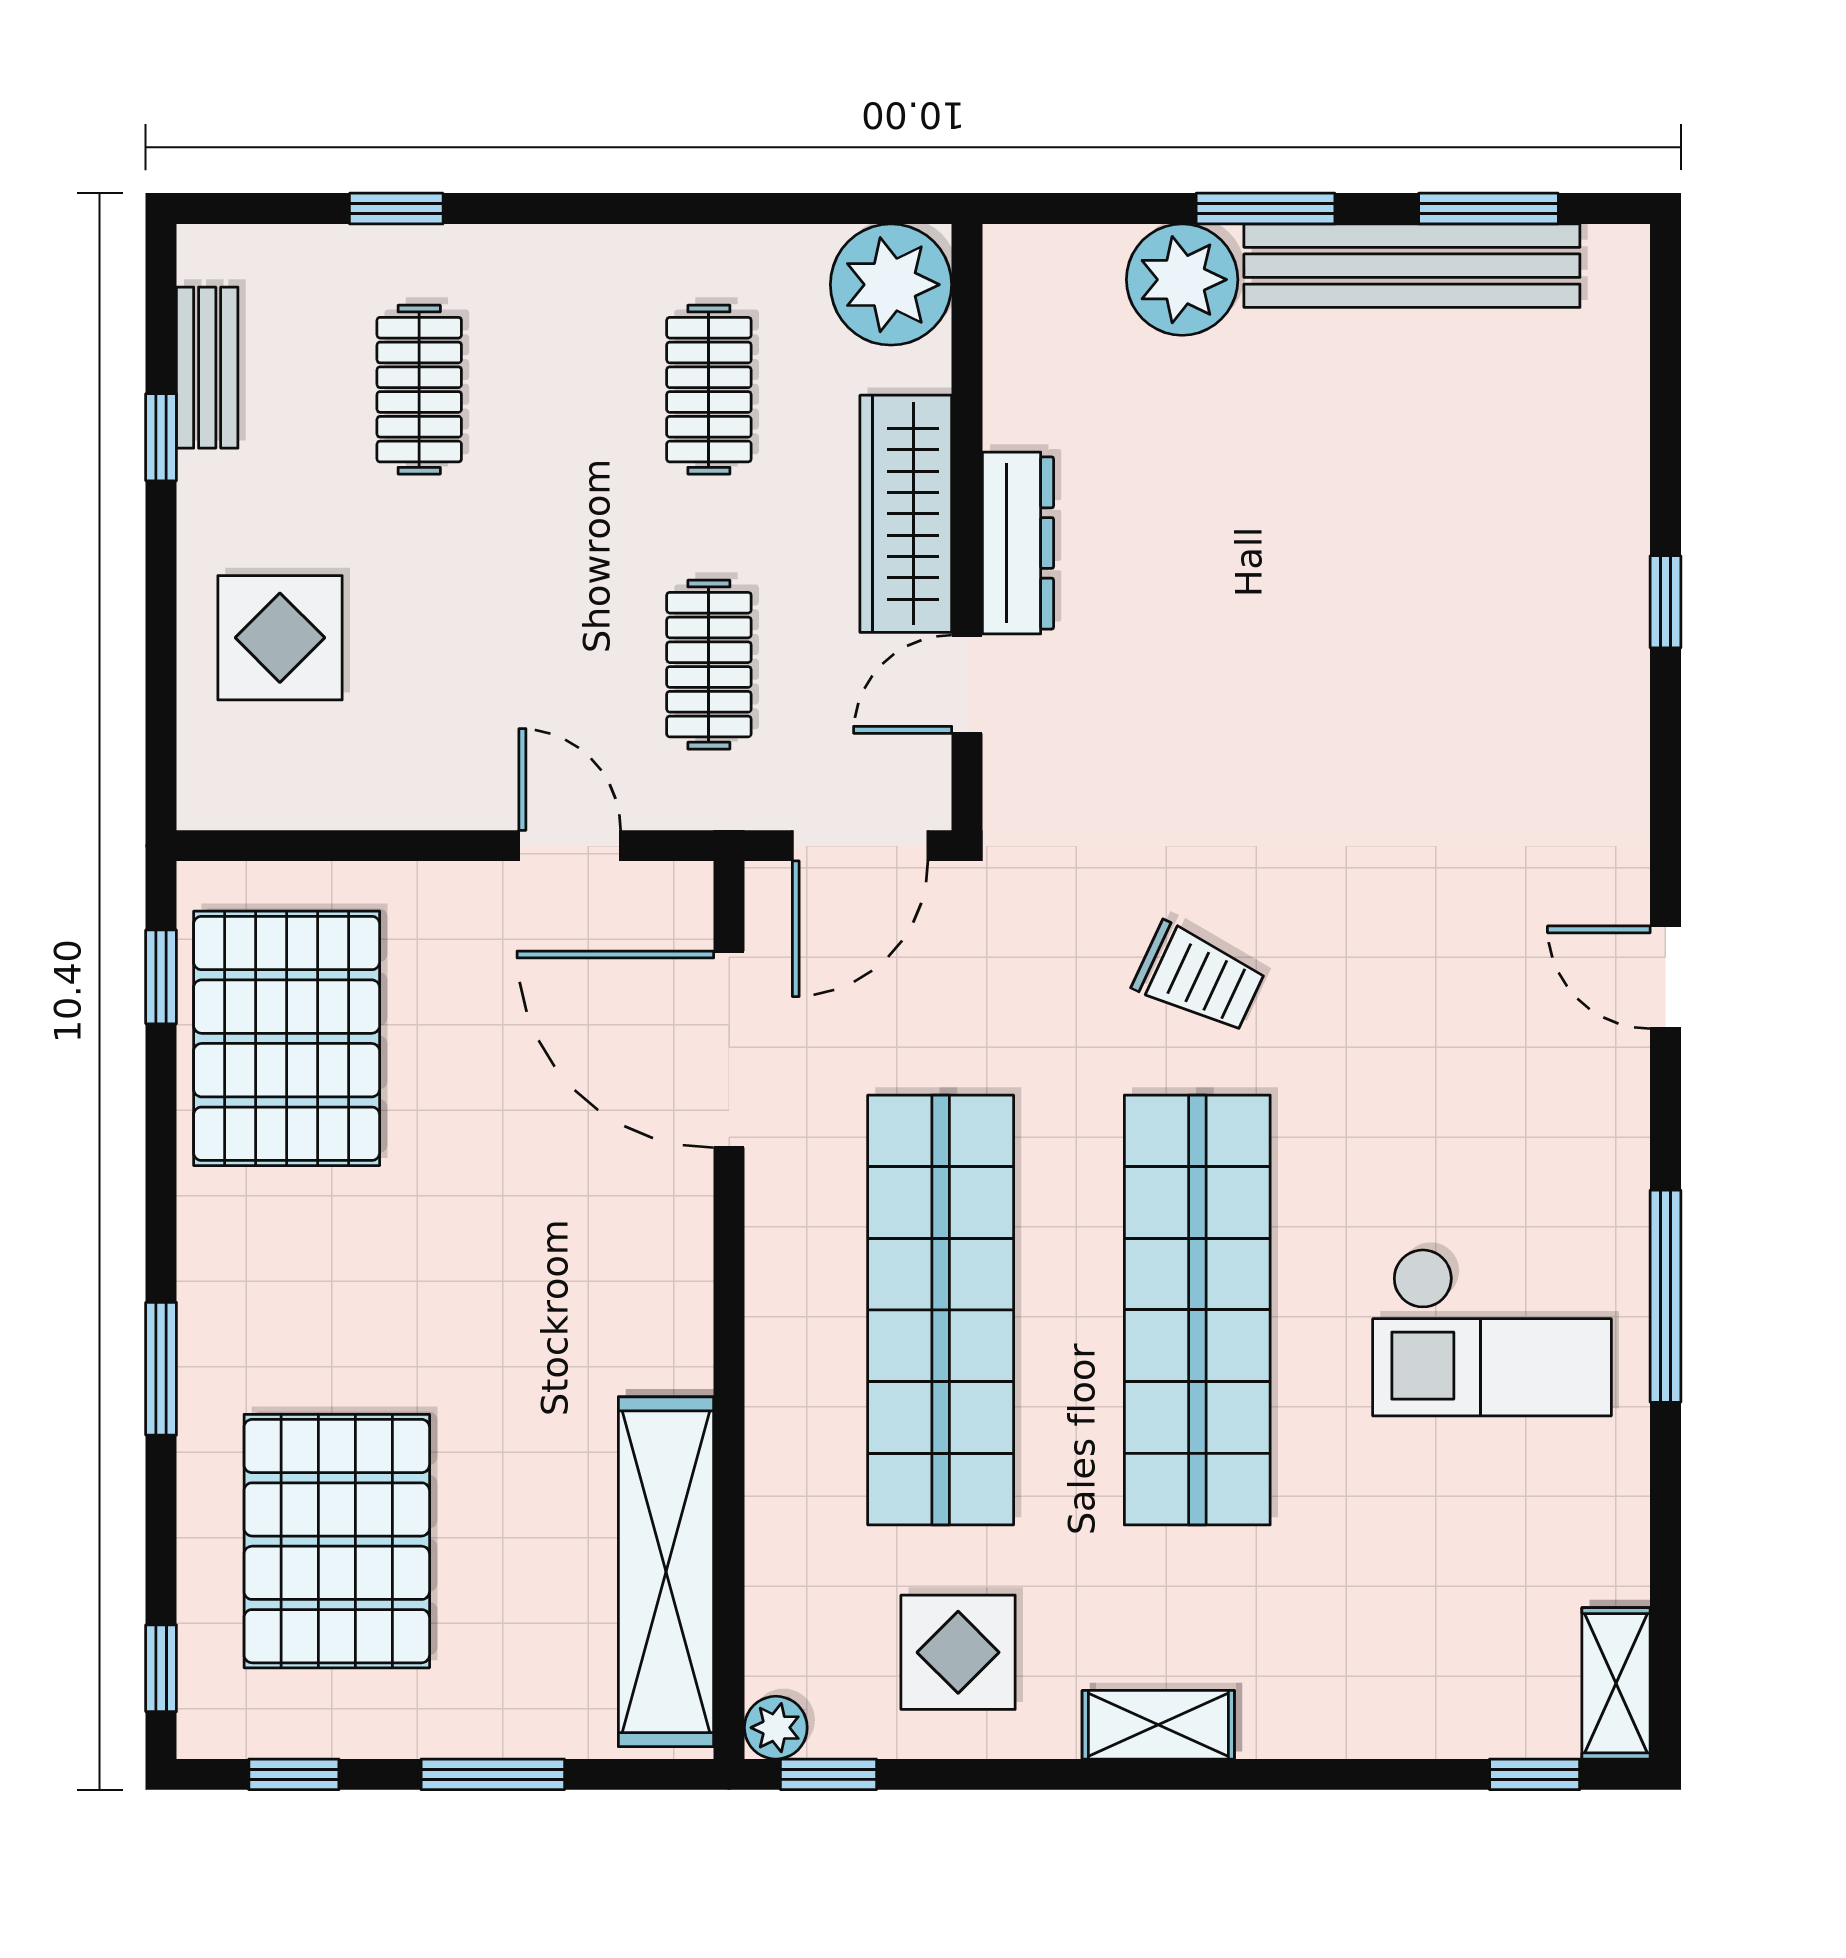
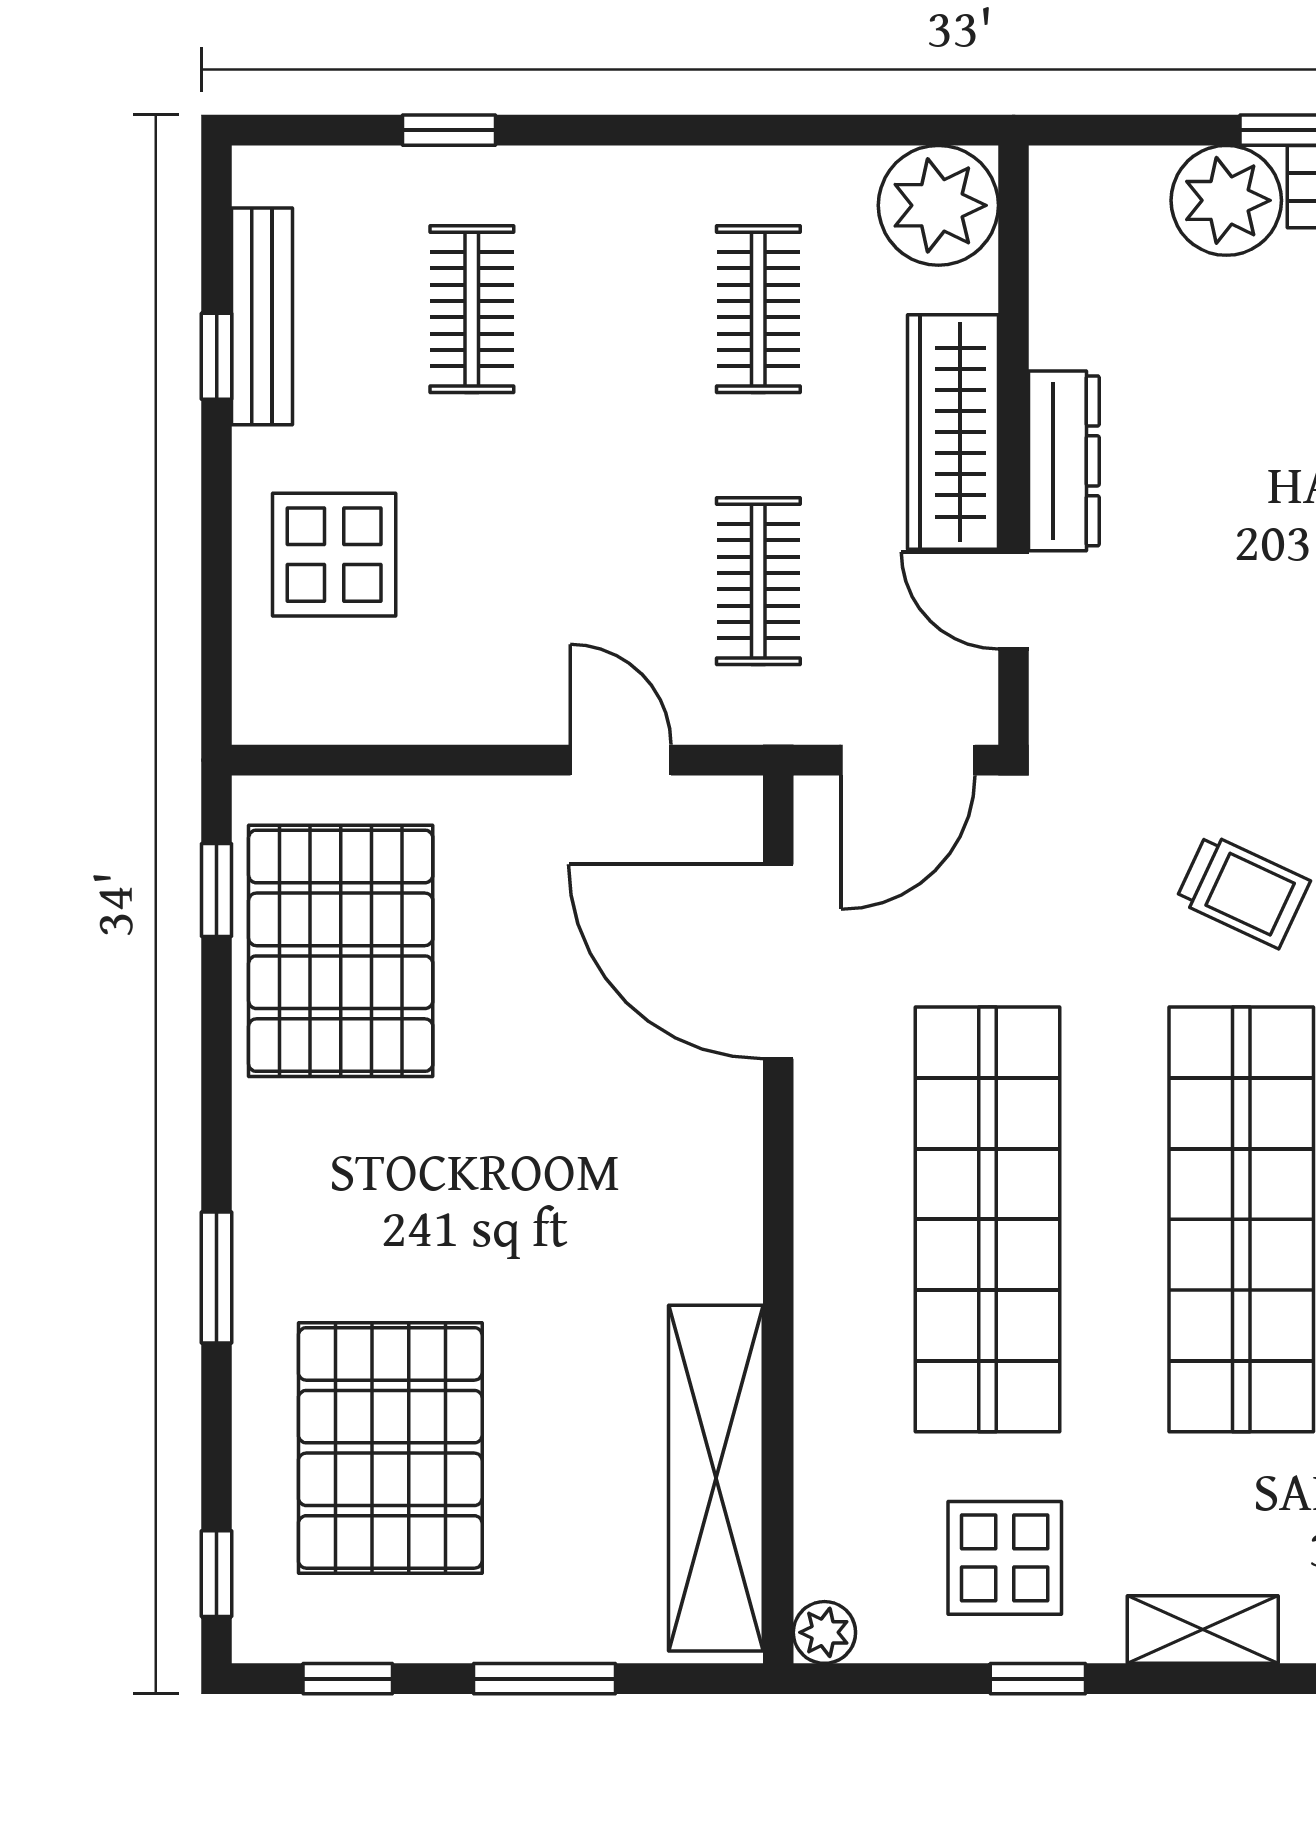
bench: (207, 368) -> (262, 316), width x1.36
door: (967, 684) -> (1014, 601), hinge flipped
window: (828, 1774) -> (1038, 1679), moved

